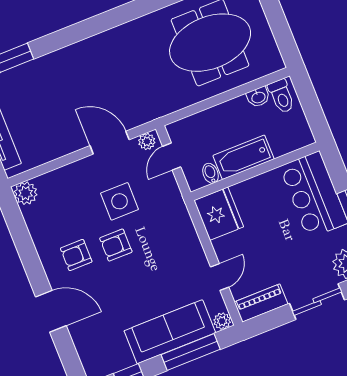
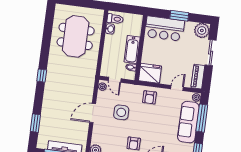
window: (105, 21) -> (42, 76), added
door: (110, 143) -> (93, 113), moved
armchair: (116, 245) -> (150, 97), moved
door: (220, 277) -> (177, 88), hinge flipped

